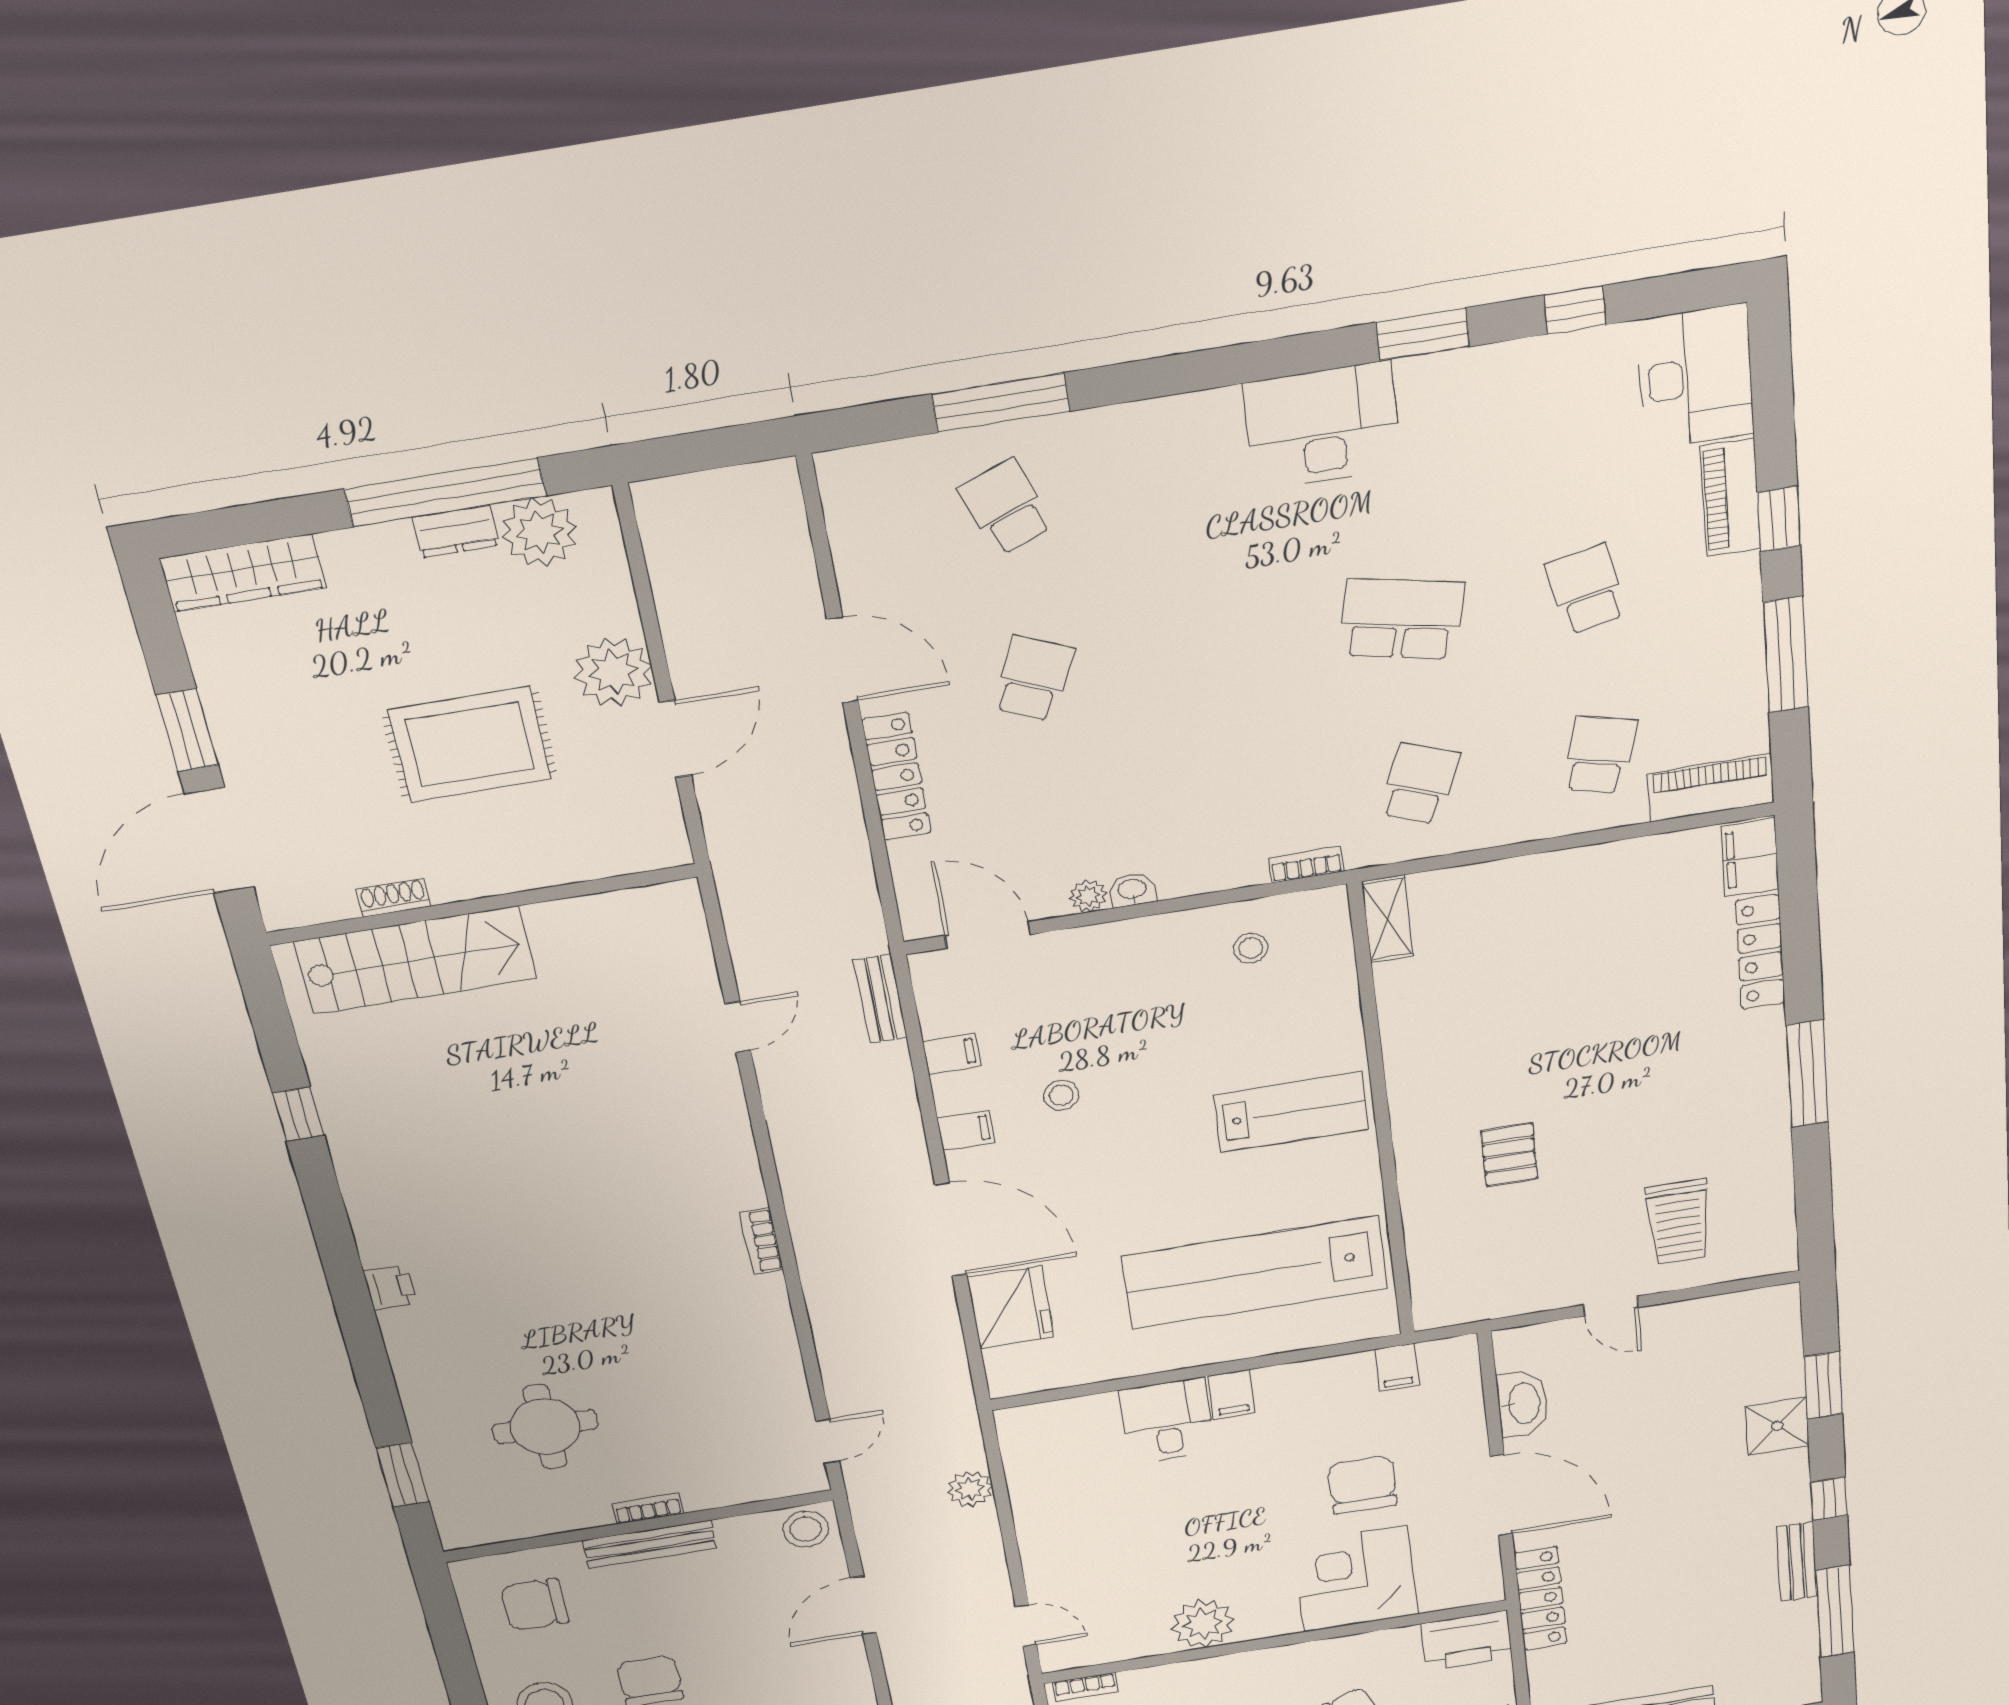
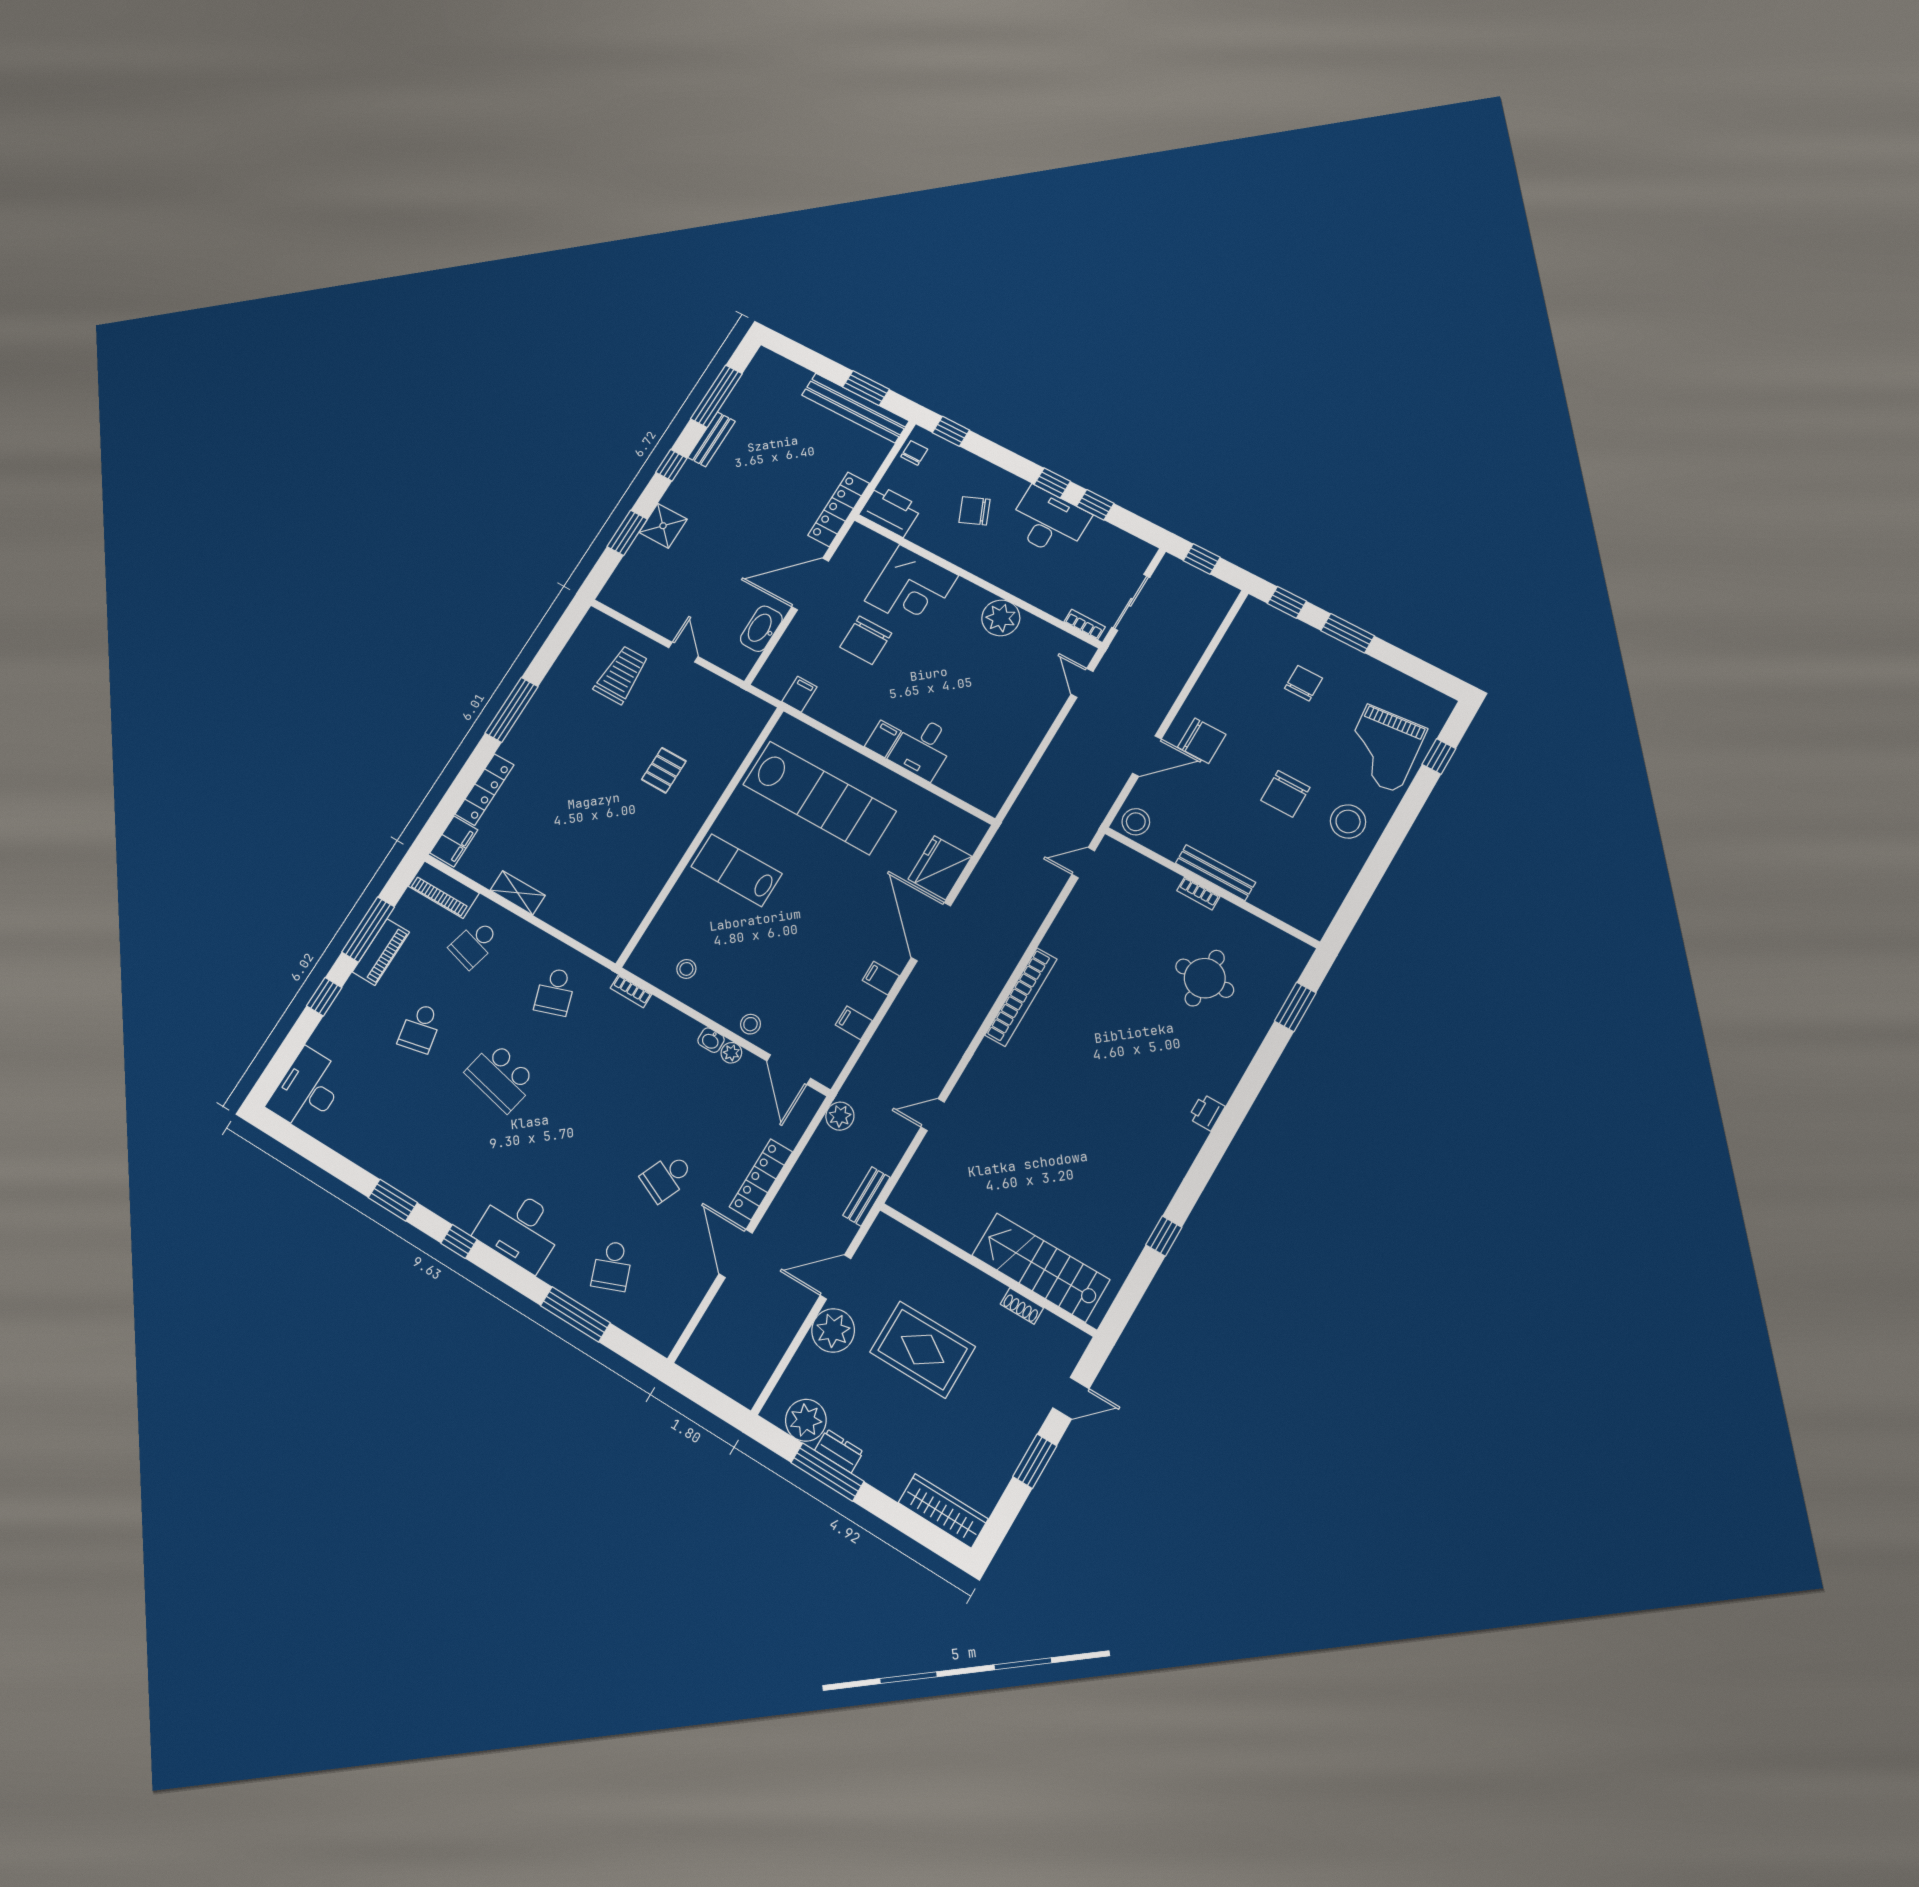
window: (1575, 310) -> (459, 1241), moved
desk: (1322, 426) -> (520, 1229), moved
window: (445, 492) -> (827, 1472), width x0.68
piano: (1730, 497) -> (381, 952), moved
school desk: (1419, 784) -> (555, 992), turned -39
door: (219, 841) -> (1071, 1398), width x0.53
shelving: (1387, 919) -> (518, 893), moved, turned 90
bench: (881, 999) -> (866, 1196), moved
stool: (1061, 1095) -> (750, 1024), moved
bookcase: (762, 1241) -> (1021, 997), width x2.31, depth x1.31
plant: (970, 1489) -> (840, 1116), moved
door: (1501, 1495) -> (810, 584), hinge flipped
chair: (535, 1605) -> (1202, 741), moved

